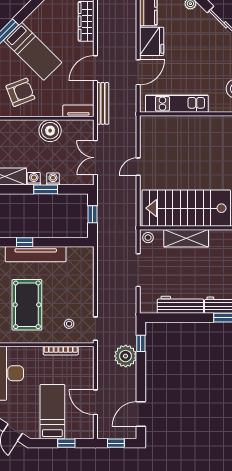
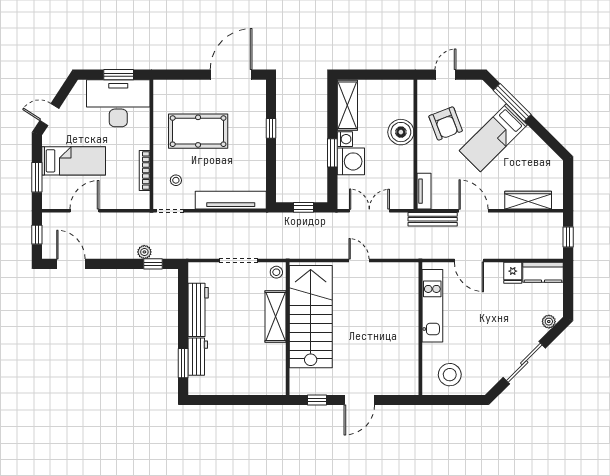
fridge: (152, 41) -> (513, 273), width x0.53, depth x0.75
boiler: (50, 131) -> (401, 132), moved
washing machine: (53, 179) -> (351, 161), width x1.89, depth x1.89
tv unit: (36, 254) -> (231, 200), moved, turned 90
plant: (126, 356) -> (144, 252), width x0.53, depth x0.53
window: (66, 443) -> (37, 177), width x1.50

